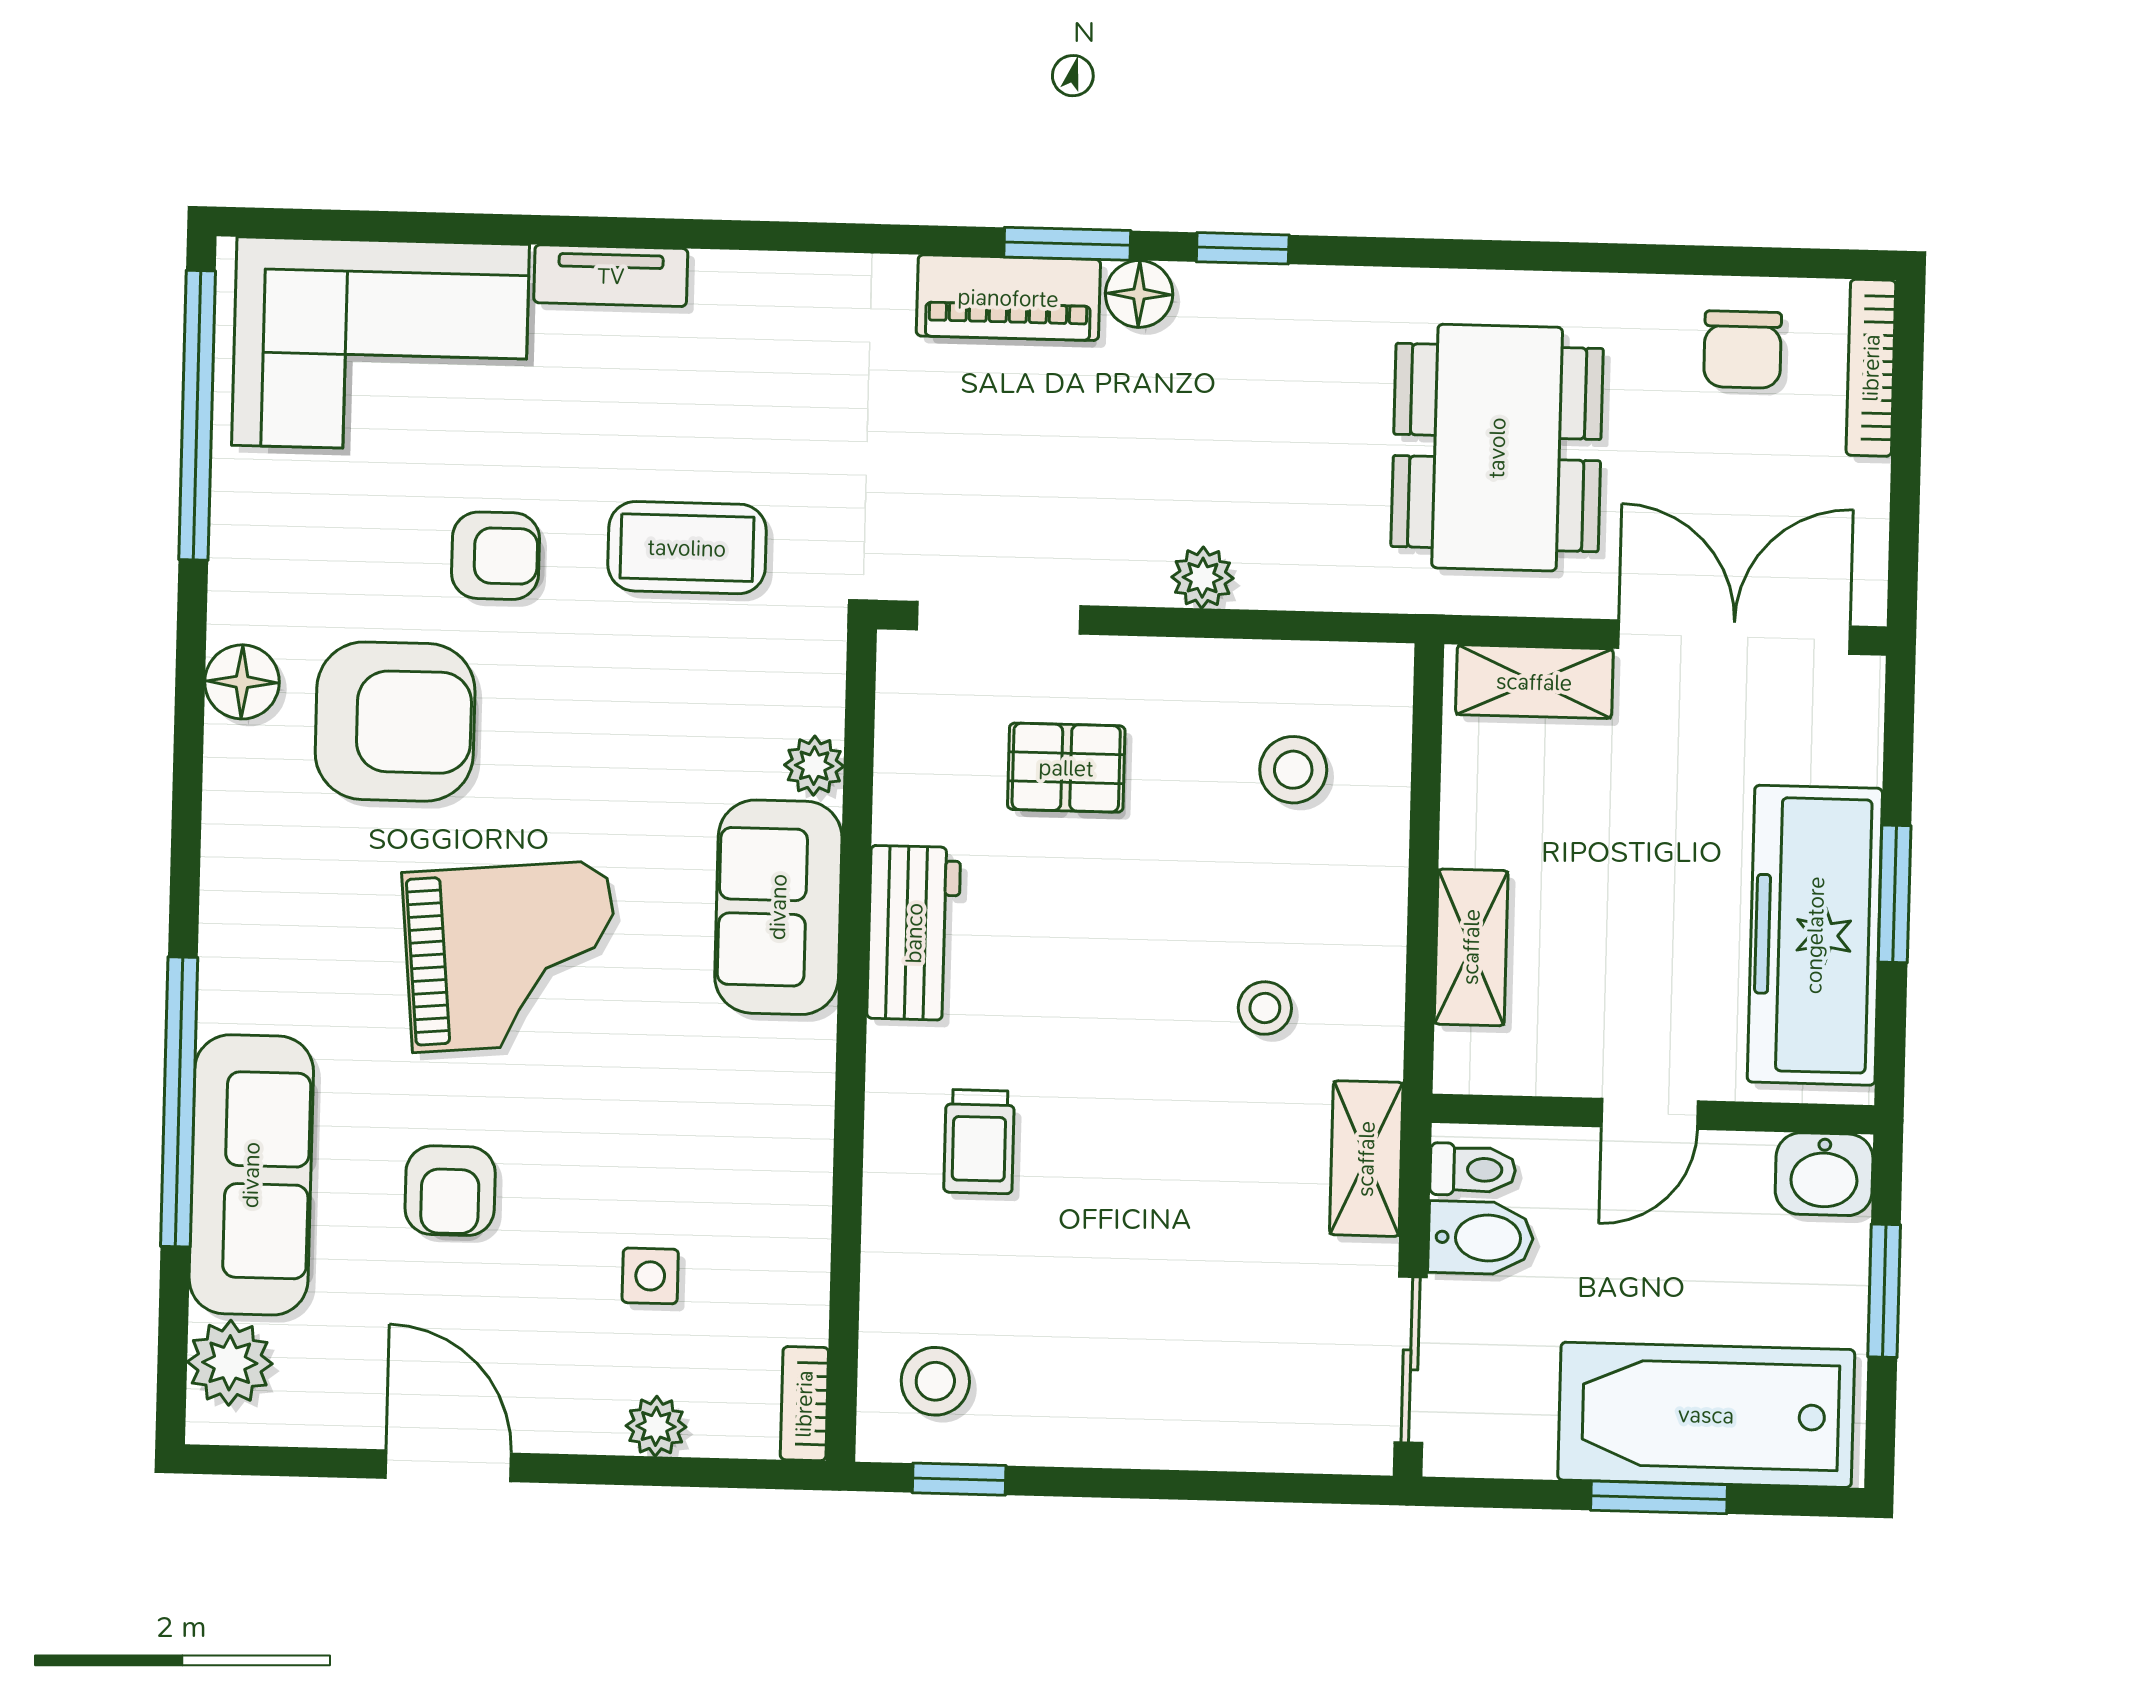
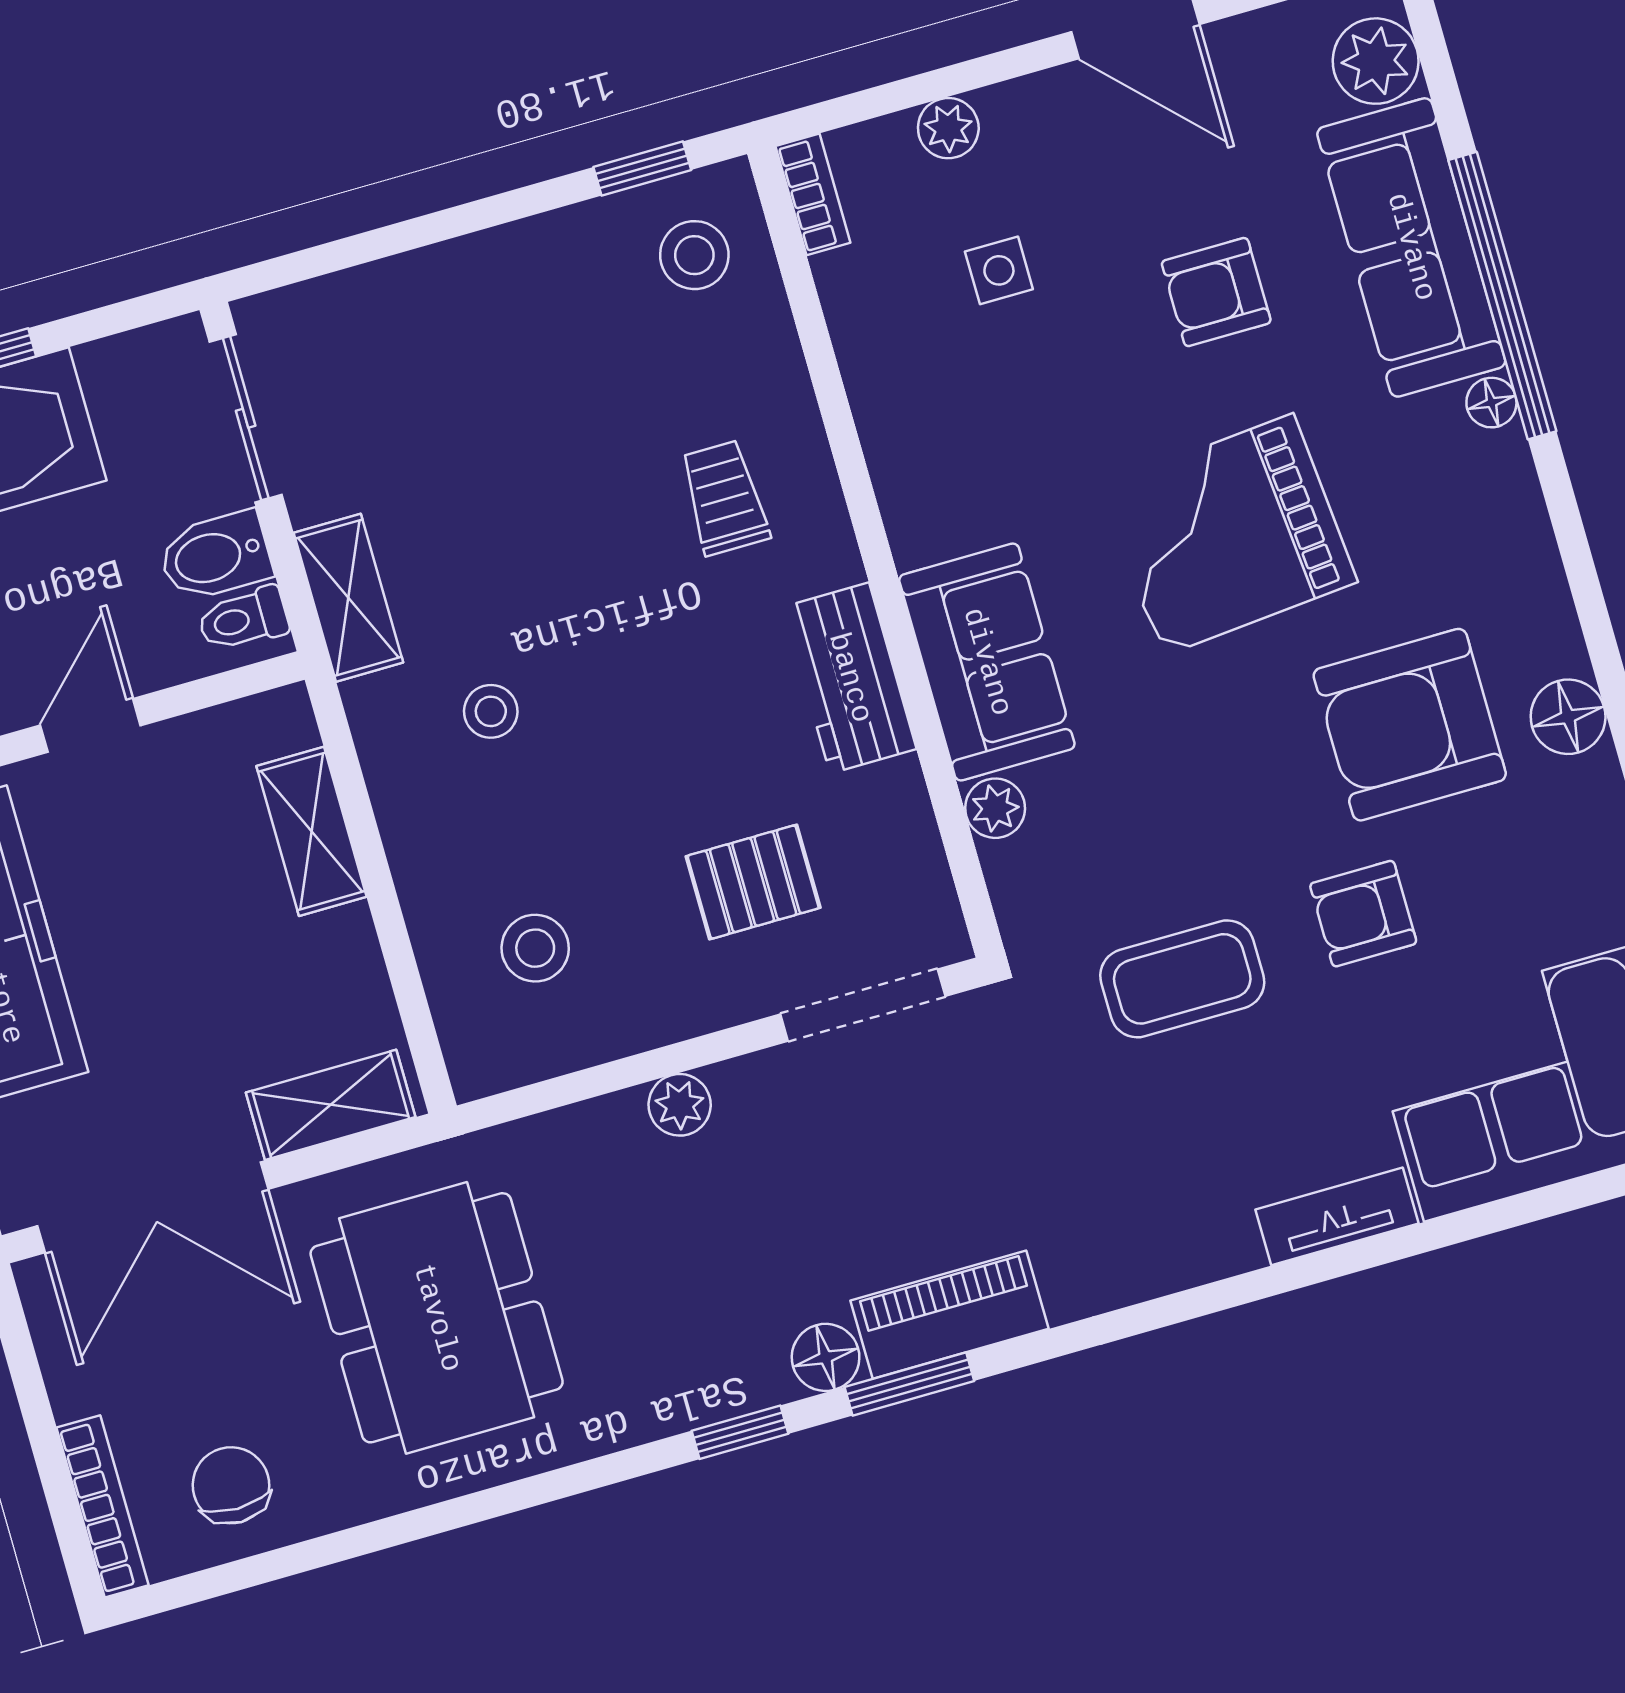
floor lamp: (221, 1004) -> (1491, 403), added
armchair: (450, 1191) -> (1216, 292), turned -90

